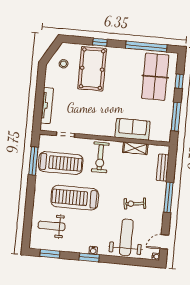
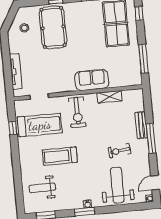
window: (179, 81) -> (139, 13), moved
sofa: (133, 129) -> (92, 80), moved
window: (33, 161) -> (13, 128), width x0.46
bench: (163, 168) -> (141, 125), moved
treadmill: (75, 198) -> (60, 156), width x0.73, depth x0.73

